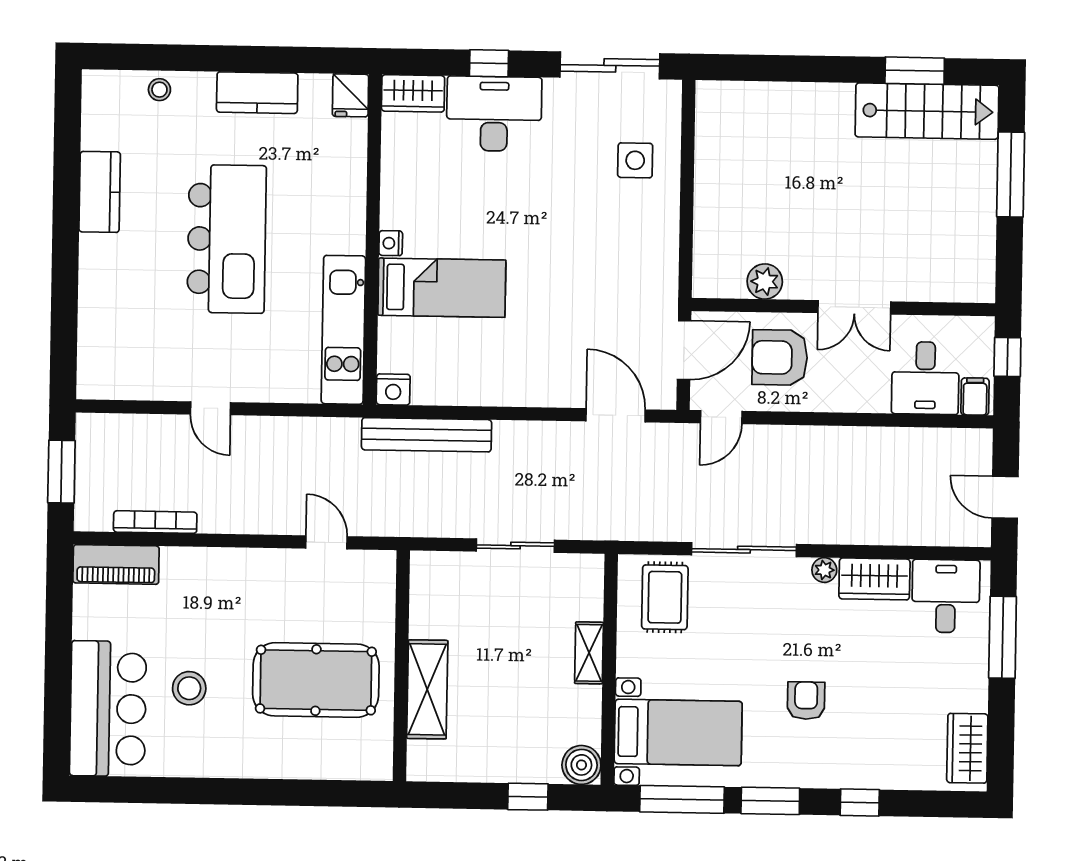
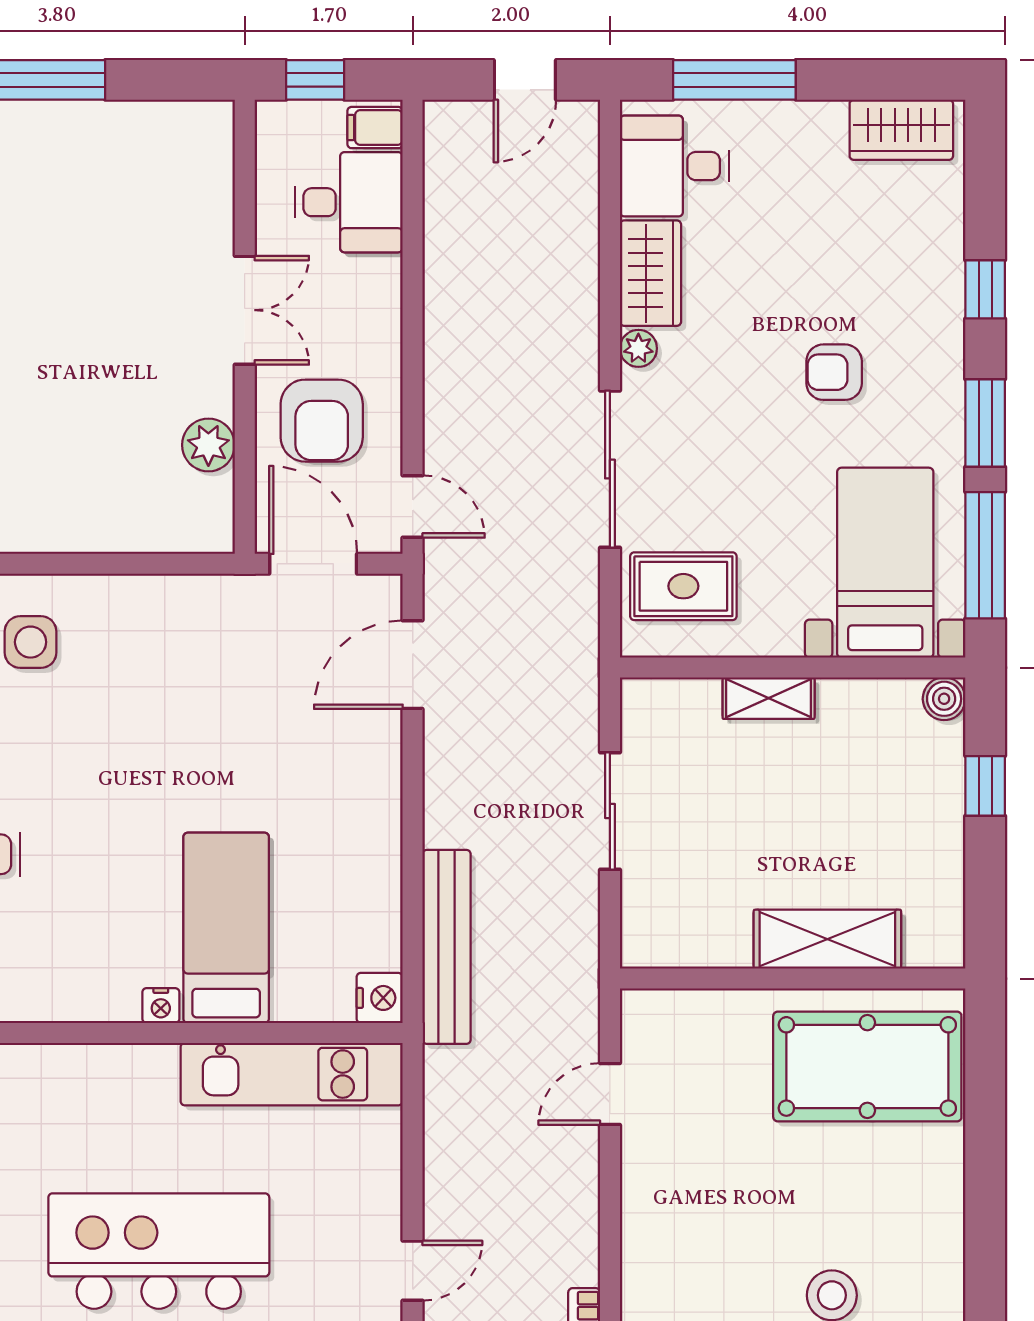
pool table: (316, 680) -> (867, 1066), moved, turned 90
boiler: (581, 765) -> (944, 699), width x0.73, depth x0.73

